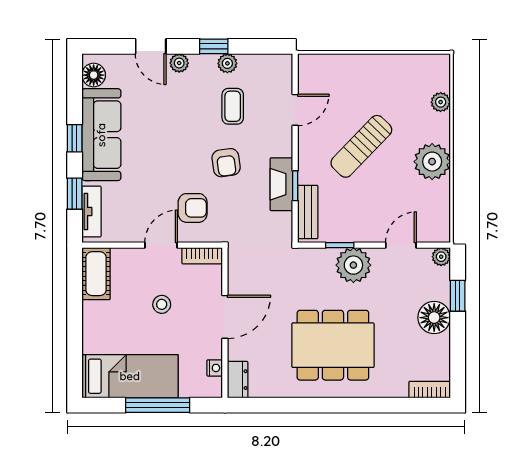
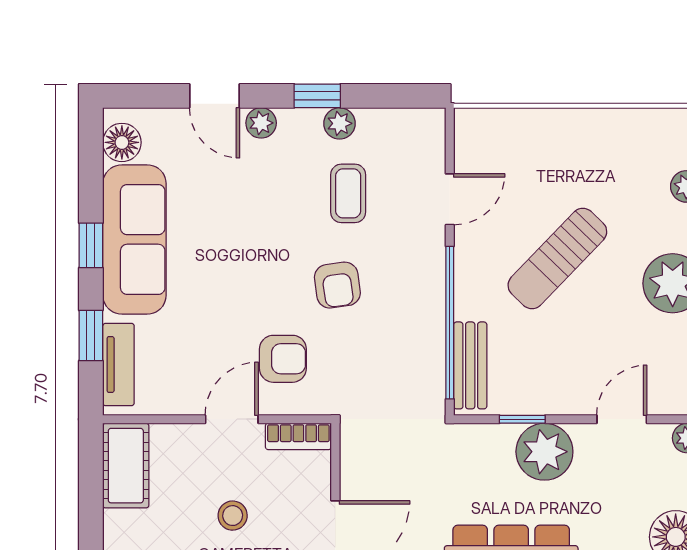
fireplace: (281, 184) -> (427, 320), removed
window: (295, 186) -> (450, 323), width x3.17

